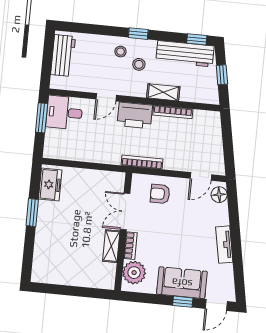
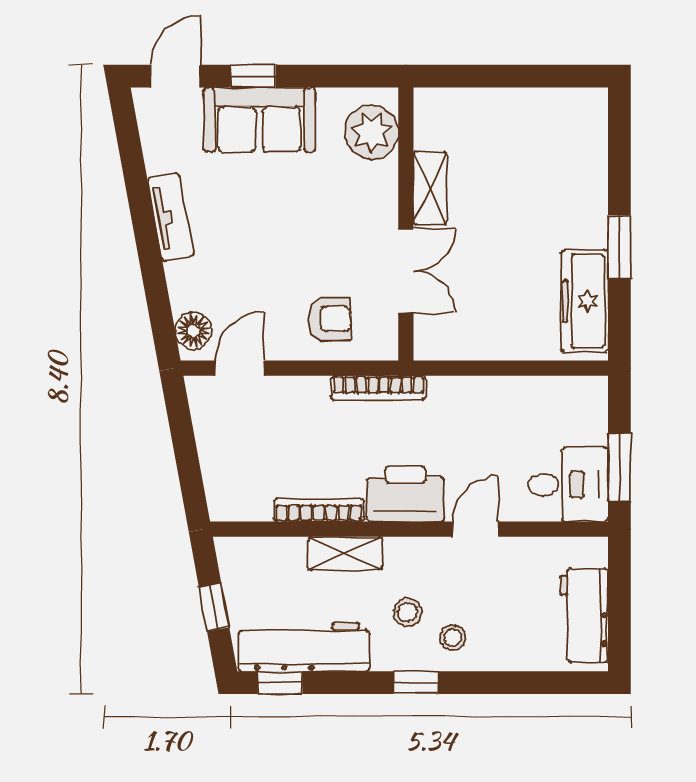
freezer: (50, 185) -> (584, 301), width x1.40
bookcase: (130, 246) -> (386, 193), removed

